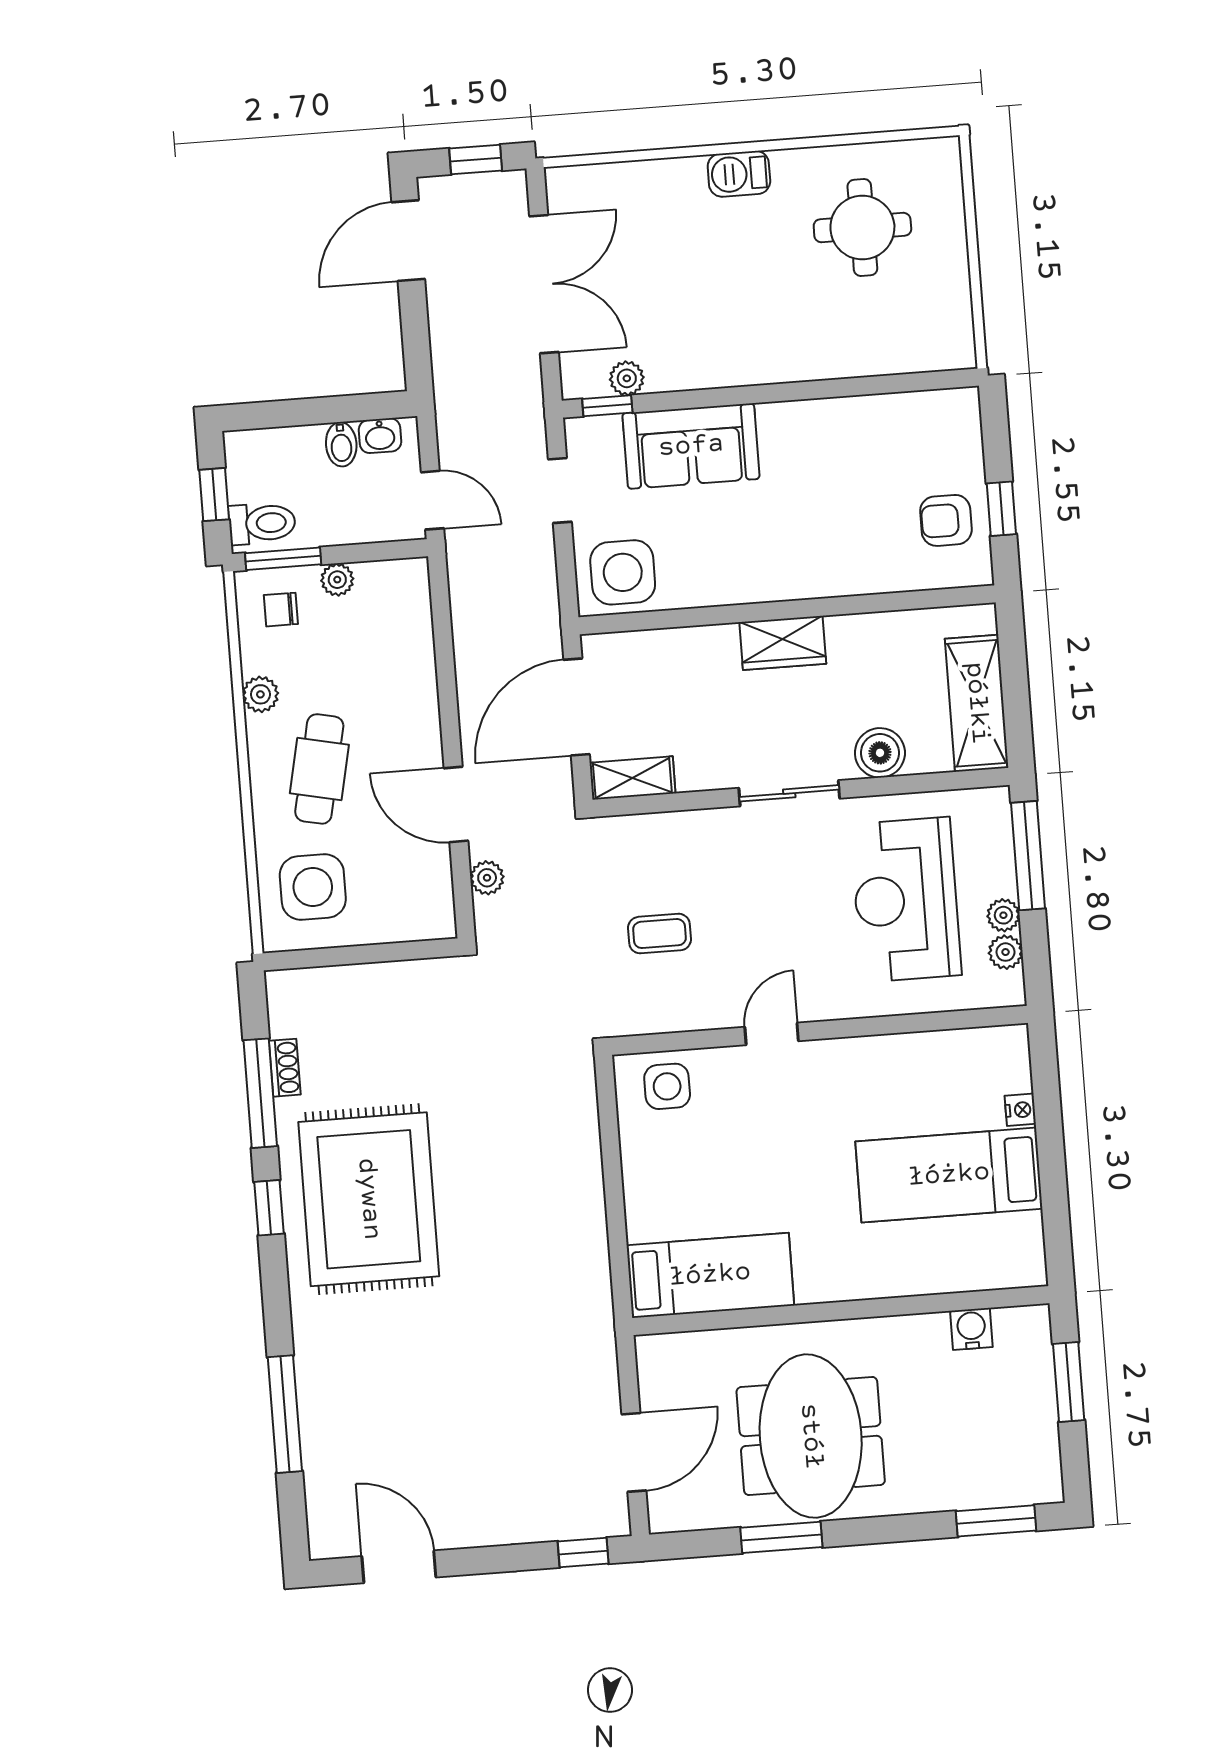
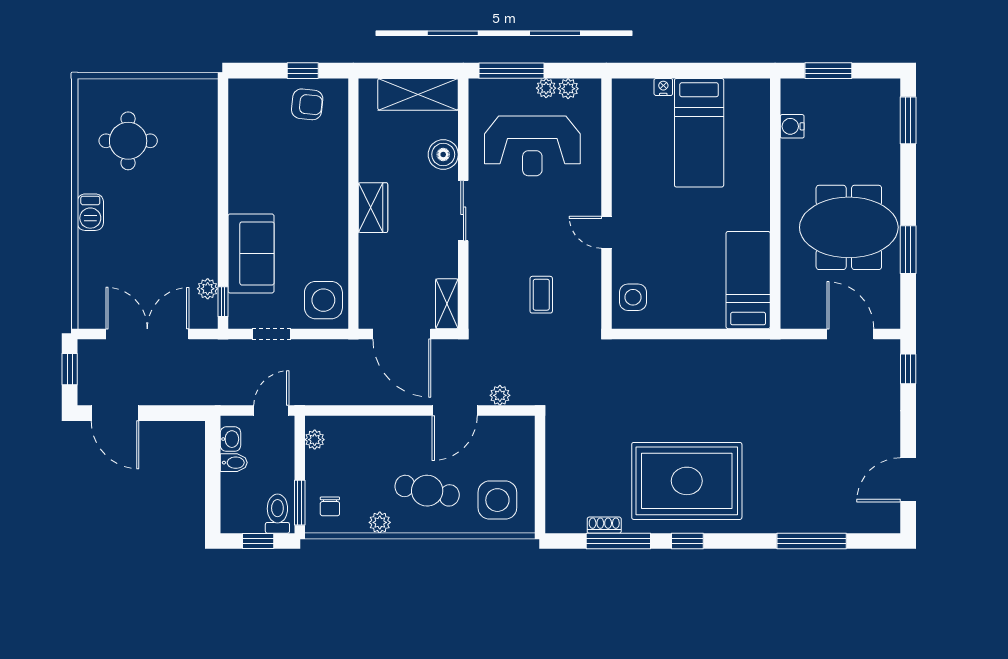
armchair: (946, 520) -> (307, 104), turned -84
plant: (337, 580) -> (315, 440), moved

